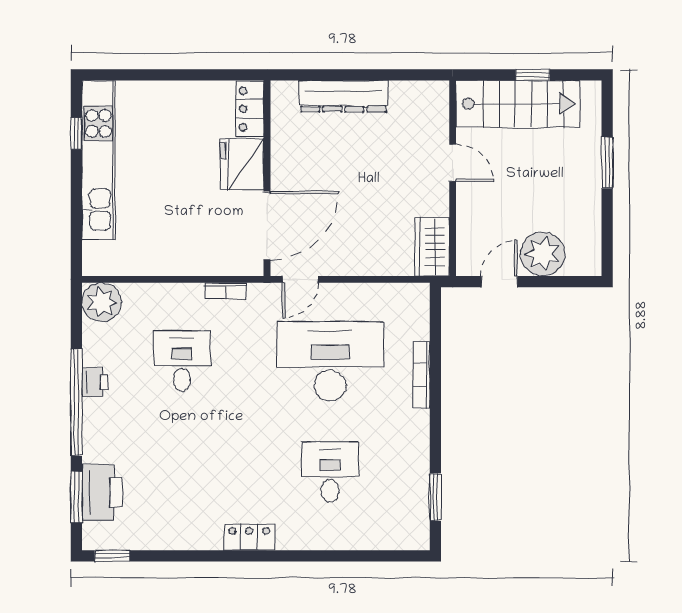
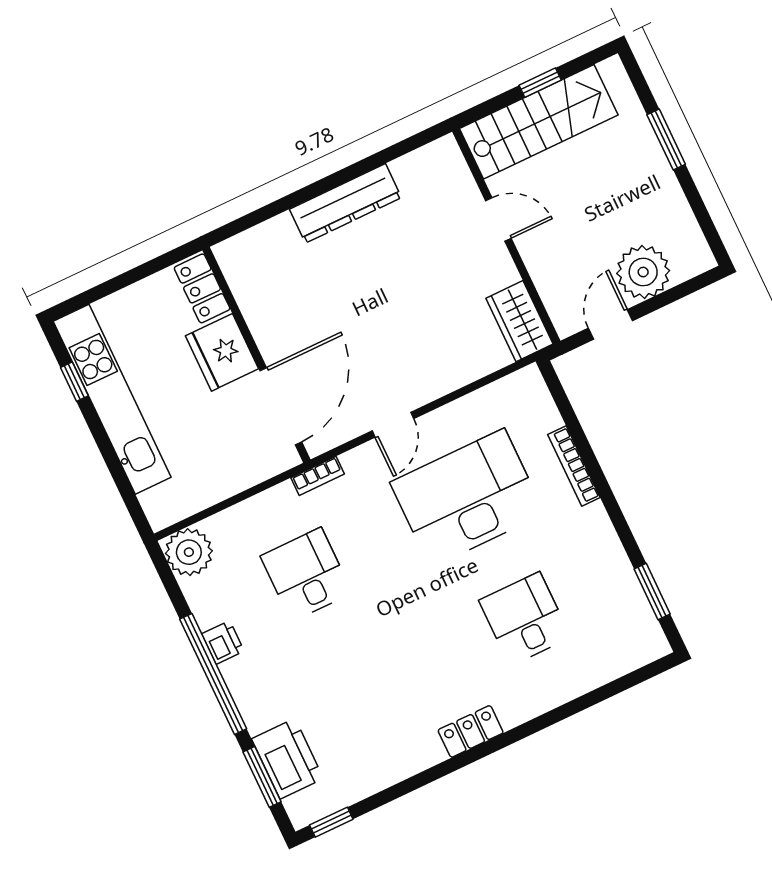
locker: (250, 109) -> (202, 288), moved
fridge: (242, 164) -> (222, 352), moved
wall: (267, 178) -> (256, 355), moved
door: (267, 226) -> (281, 406), moved

